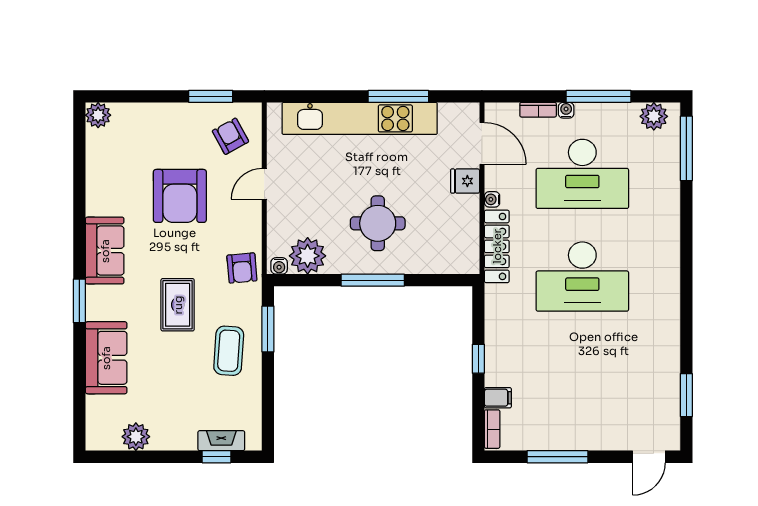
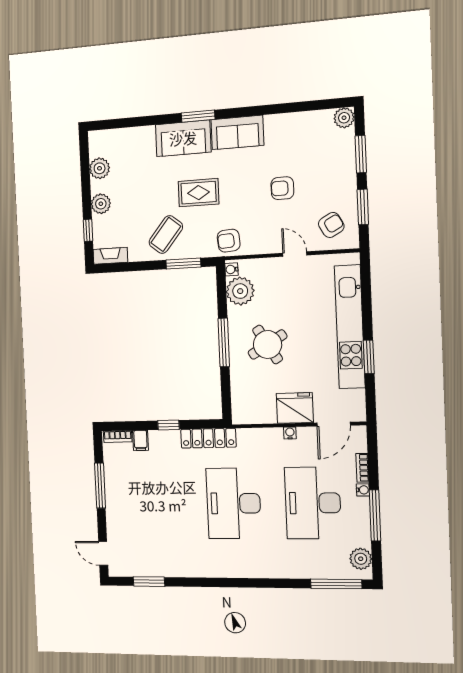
window: (145, 96) -> (361, 154), added
window: (398, 96) -> (369, 357), width x0.69
fridge: (465, 181) -> (295, 408), width x1.88, depth x1.34
armchair: (180, 196) -> (282, 188), width x0.53, depth x0.53
round table: (378, 223) -> (268, 345), turned -31
locker: (497, 246) -> (208, 438), moved
coffee table: (229, 351) -> (166, 234), turned -55
sofa: (106, 358) -> (183, 138), moved
plant: (183, 437) -> (101, 204), added
fireplace: (221, 441) -> (110, 256), moved, turned -90

